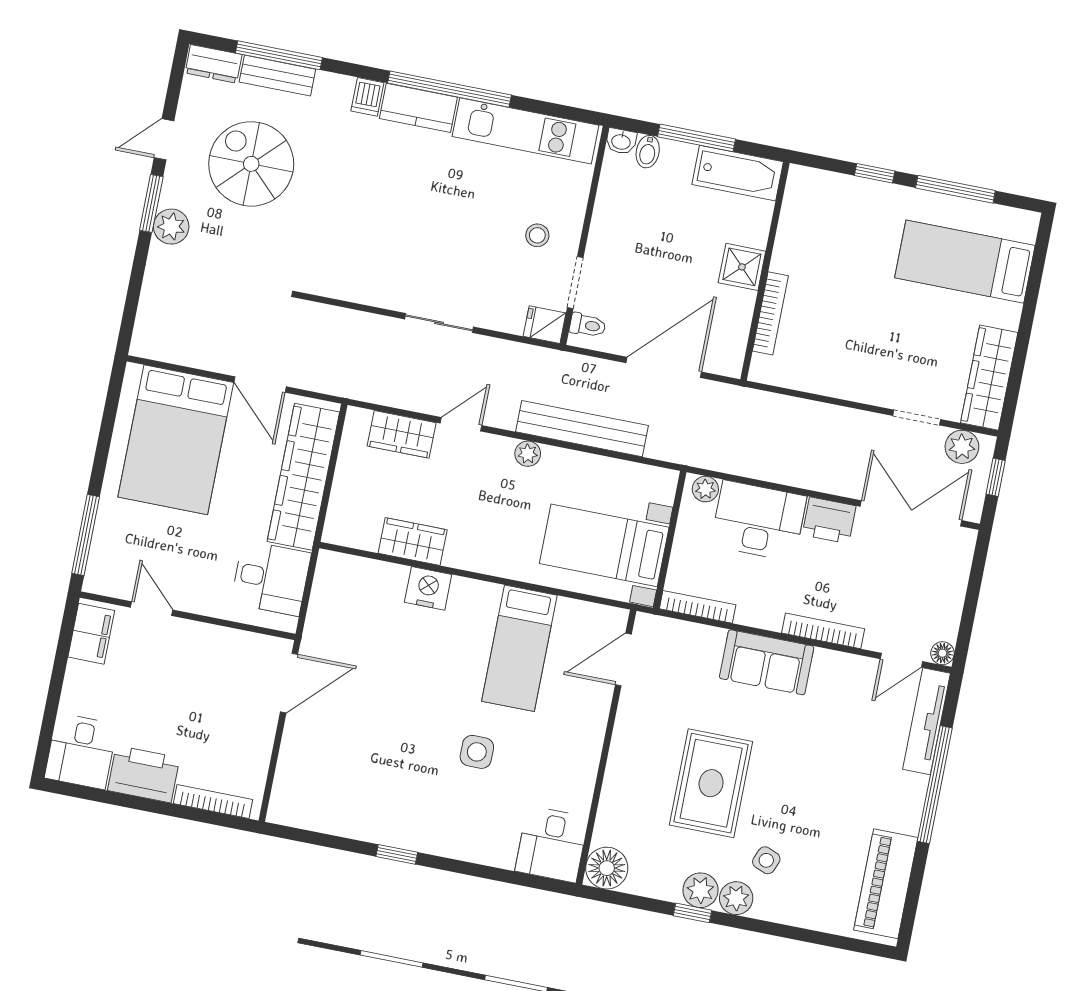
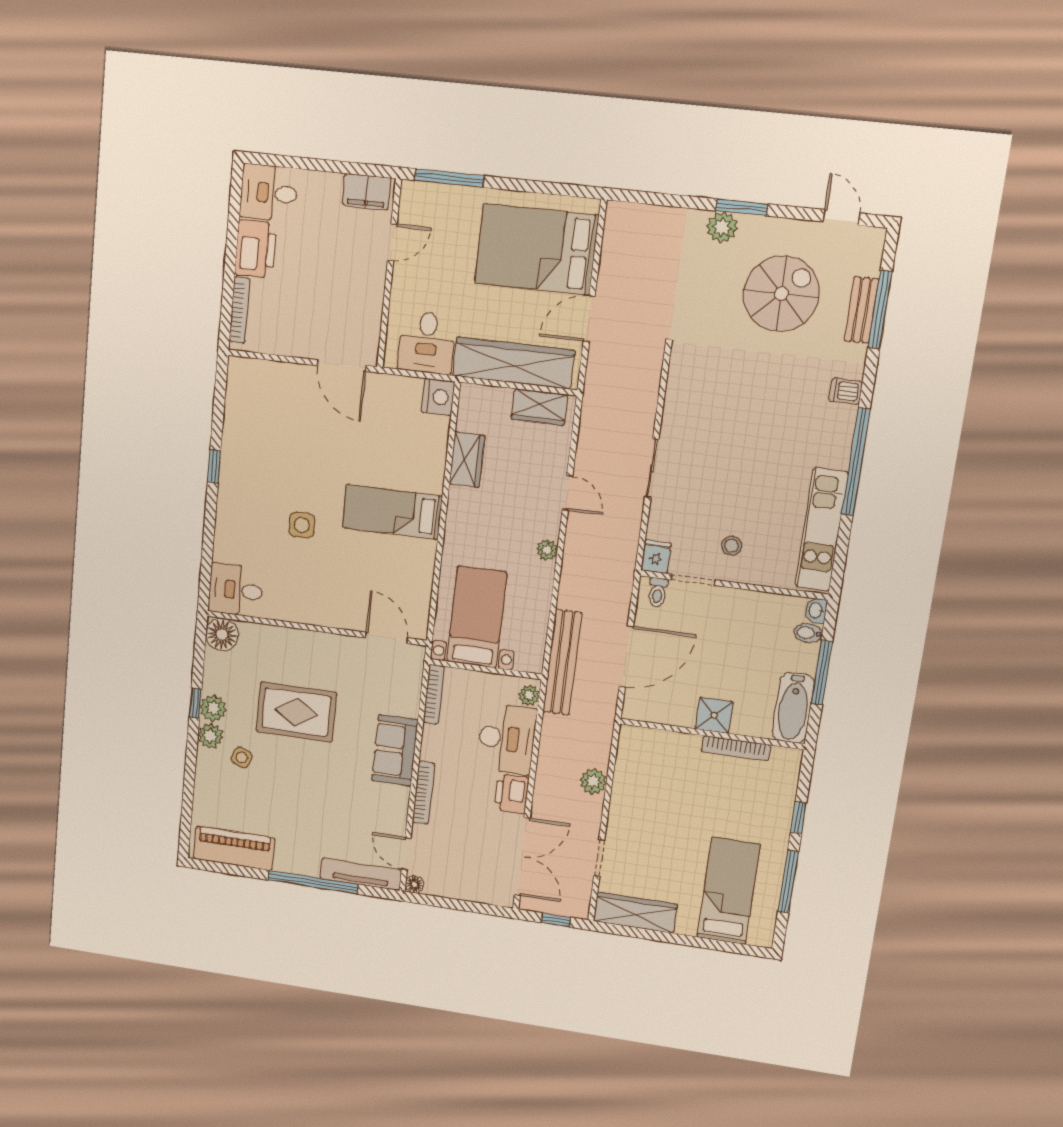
dresser: (214, 64) -> (870, 252), removed
kitchen counter: (418, 108) -> (838, 436), removed
door: (164, 139) -> (841, 217), moved
bookcase: (770, 313) -> (736, 748), moved
door: (664, 367) -> (626, 656), hinge flipped
bench: (582, 429) -> (562, 662), moved
wardrobe: (402, 434) -> (539, 407), moved, turned -90
plant: (962, 447) -> (593, 781), moved
nightstand: (428, 588) -> (438, 397), moved
bed: (519, 648) -> (392, 512), moved

